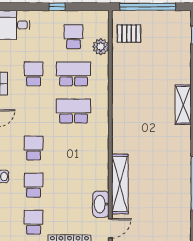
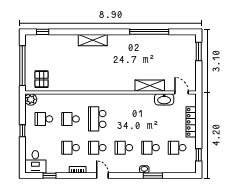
plant: (101, 47) -> (31, 99), moved
school desk: (73, 74) -> (71, 119), width x0.54
school desk: (34, 111) -> (97, 148), added
shelving: (120, 184) -> (150, 86), width x0.68

